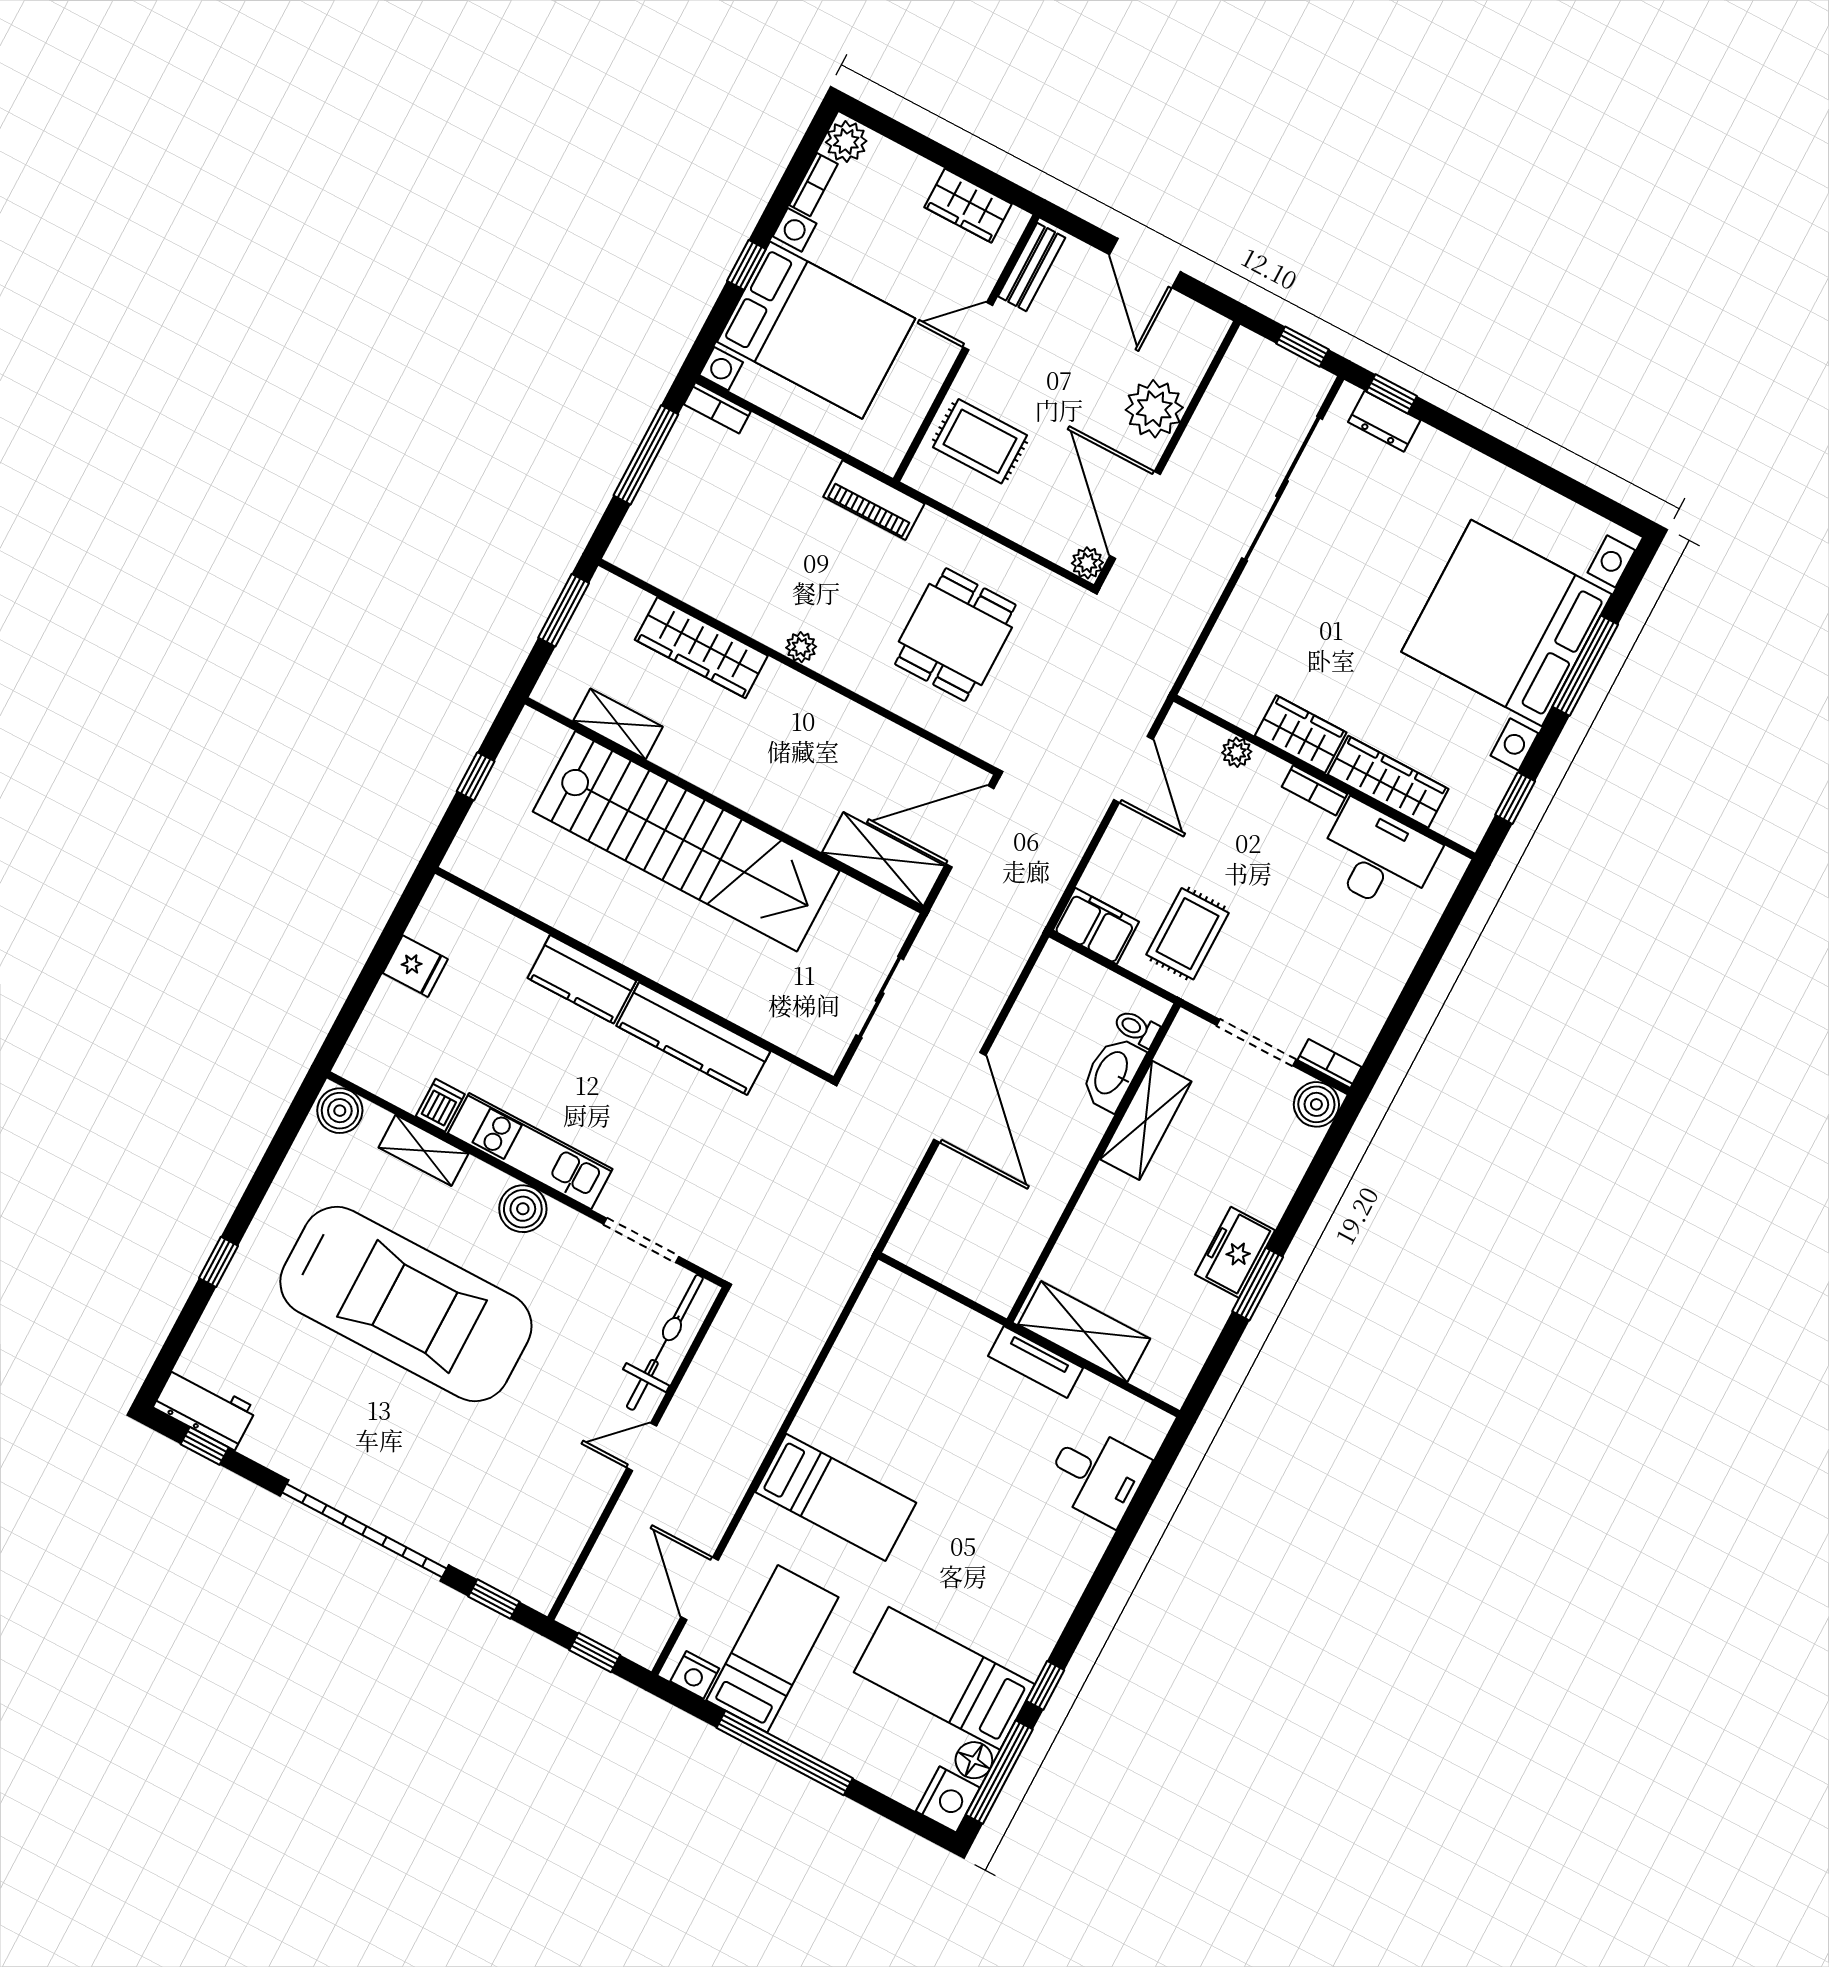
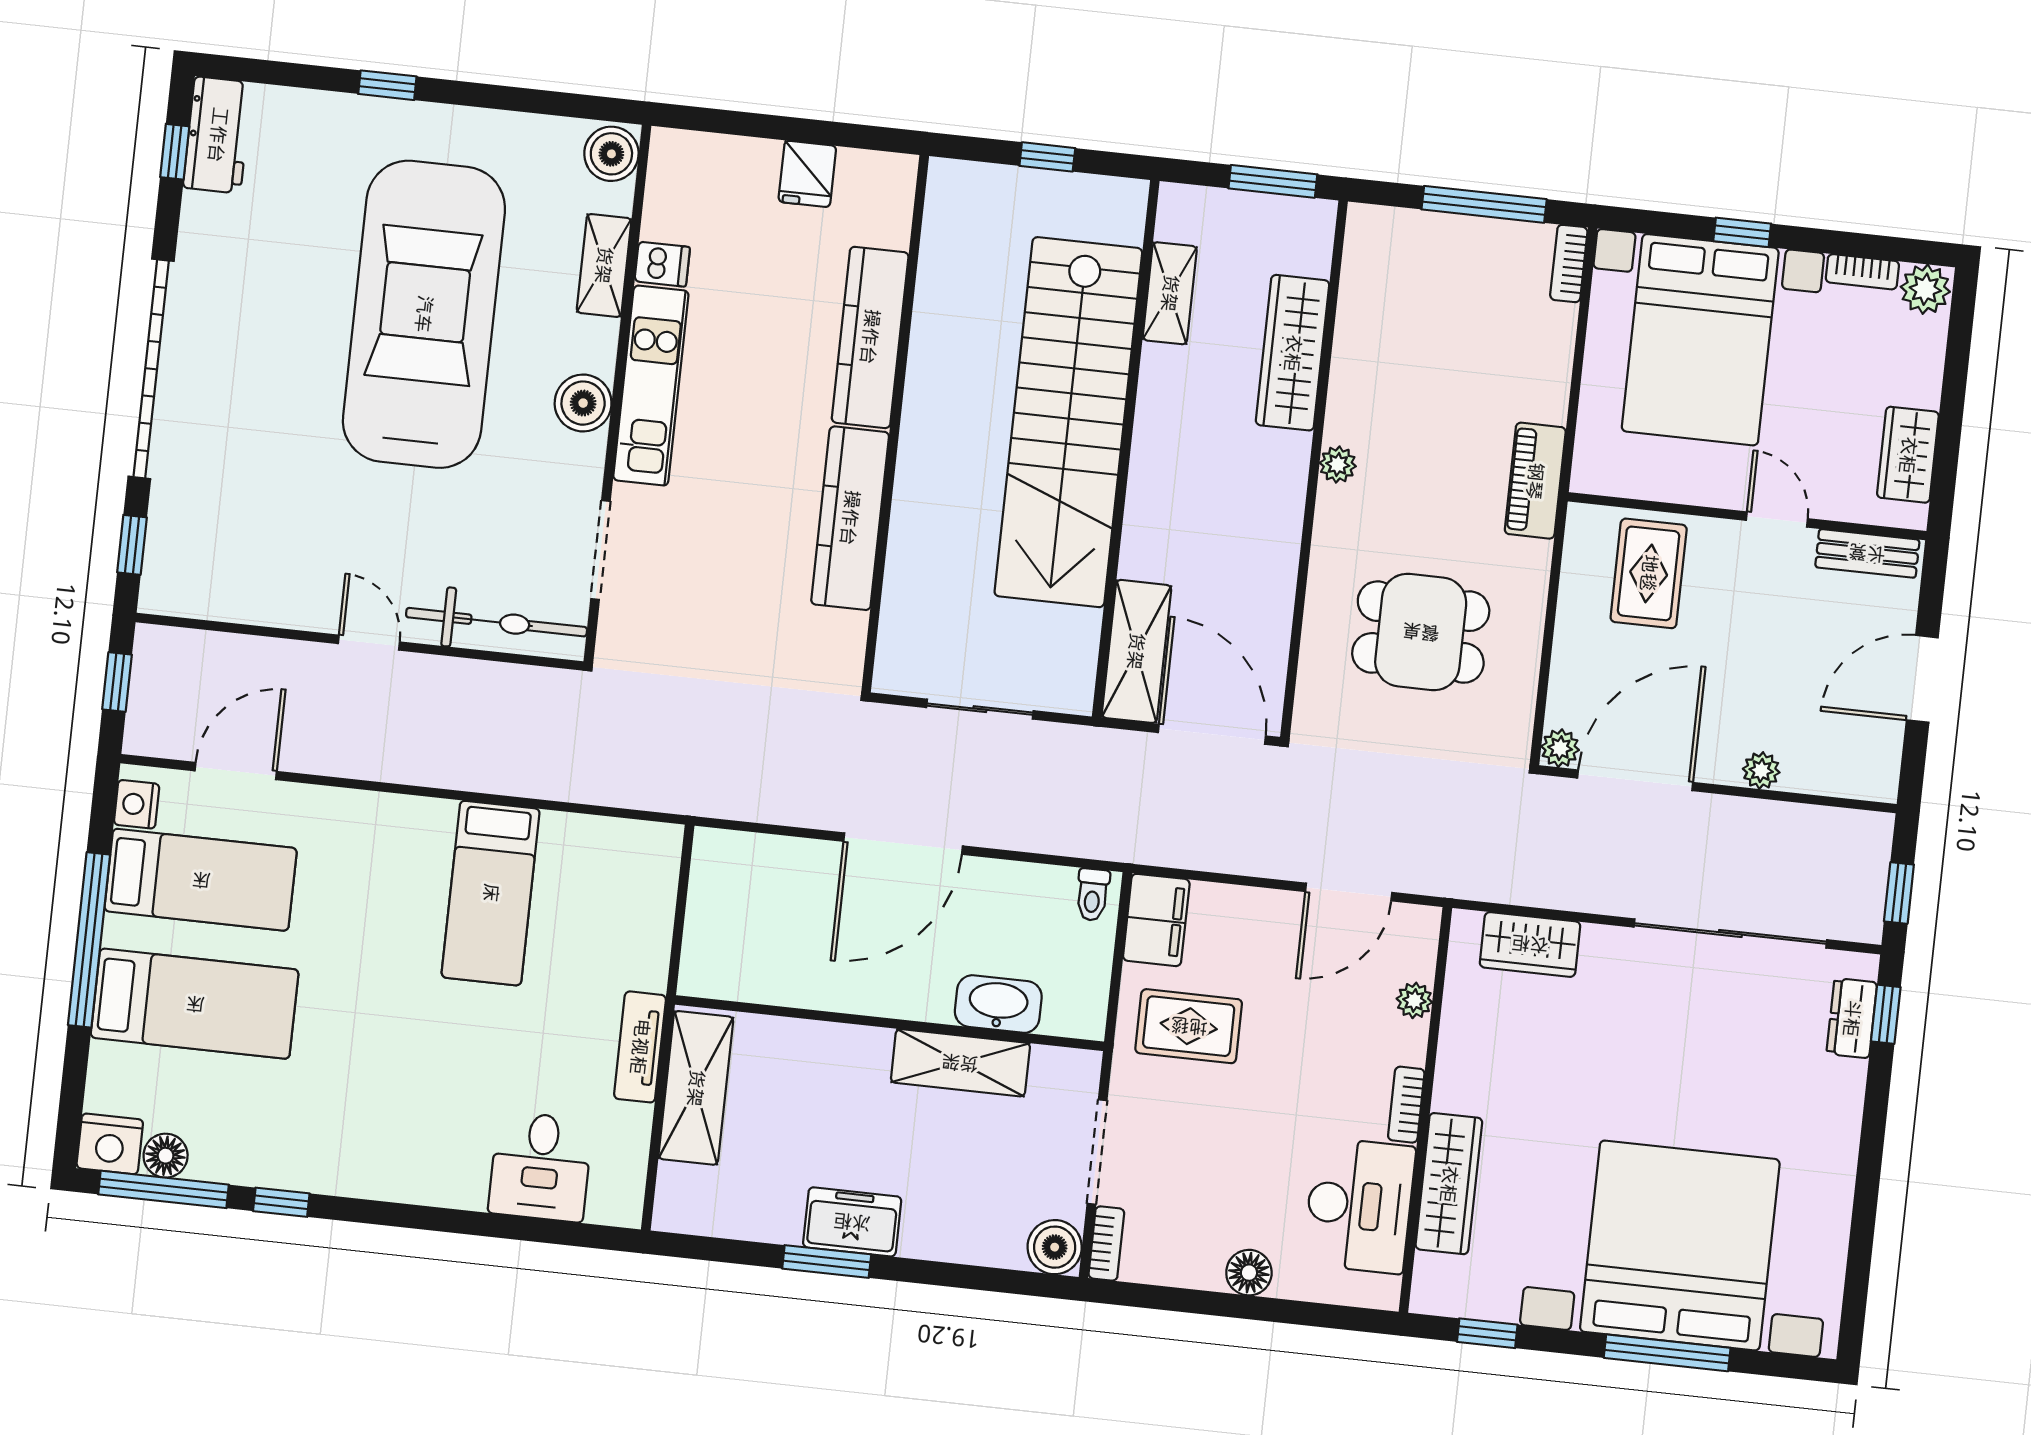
plant: (1154, 409) -> (1761, 771), width x0.53, depth x0.53
wardrobe: (1301, 734) -> (1530, 944), moved, turned 90
floor lamp: (1395, 963) -> (1249, 1273), added
kitchen counter: (582, 979) -> (870, 337), width x1.50
toilet: (1136, 1028) -> (1093, 895), moved, turned 180
car: (406, 1304) -> (424, 314), turned 180
bed: (836, 1497) -> (491, 893), moved
bed: (944, 1678) -> (195, 1004), moved, turned 90

